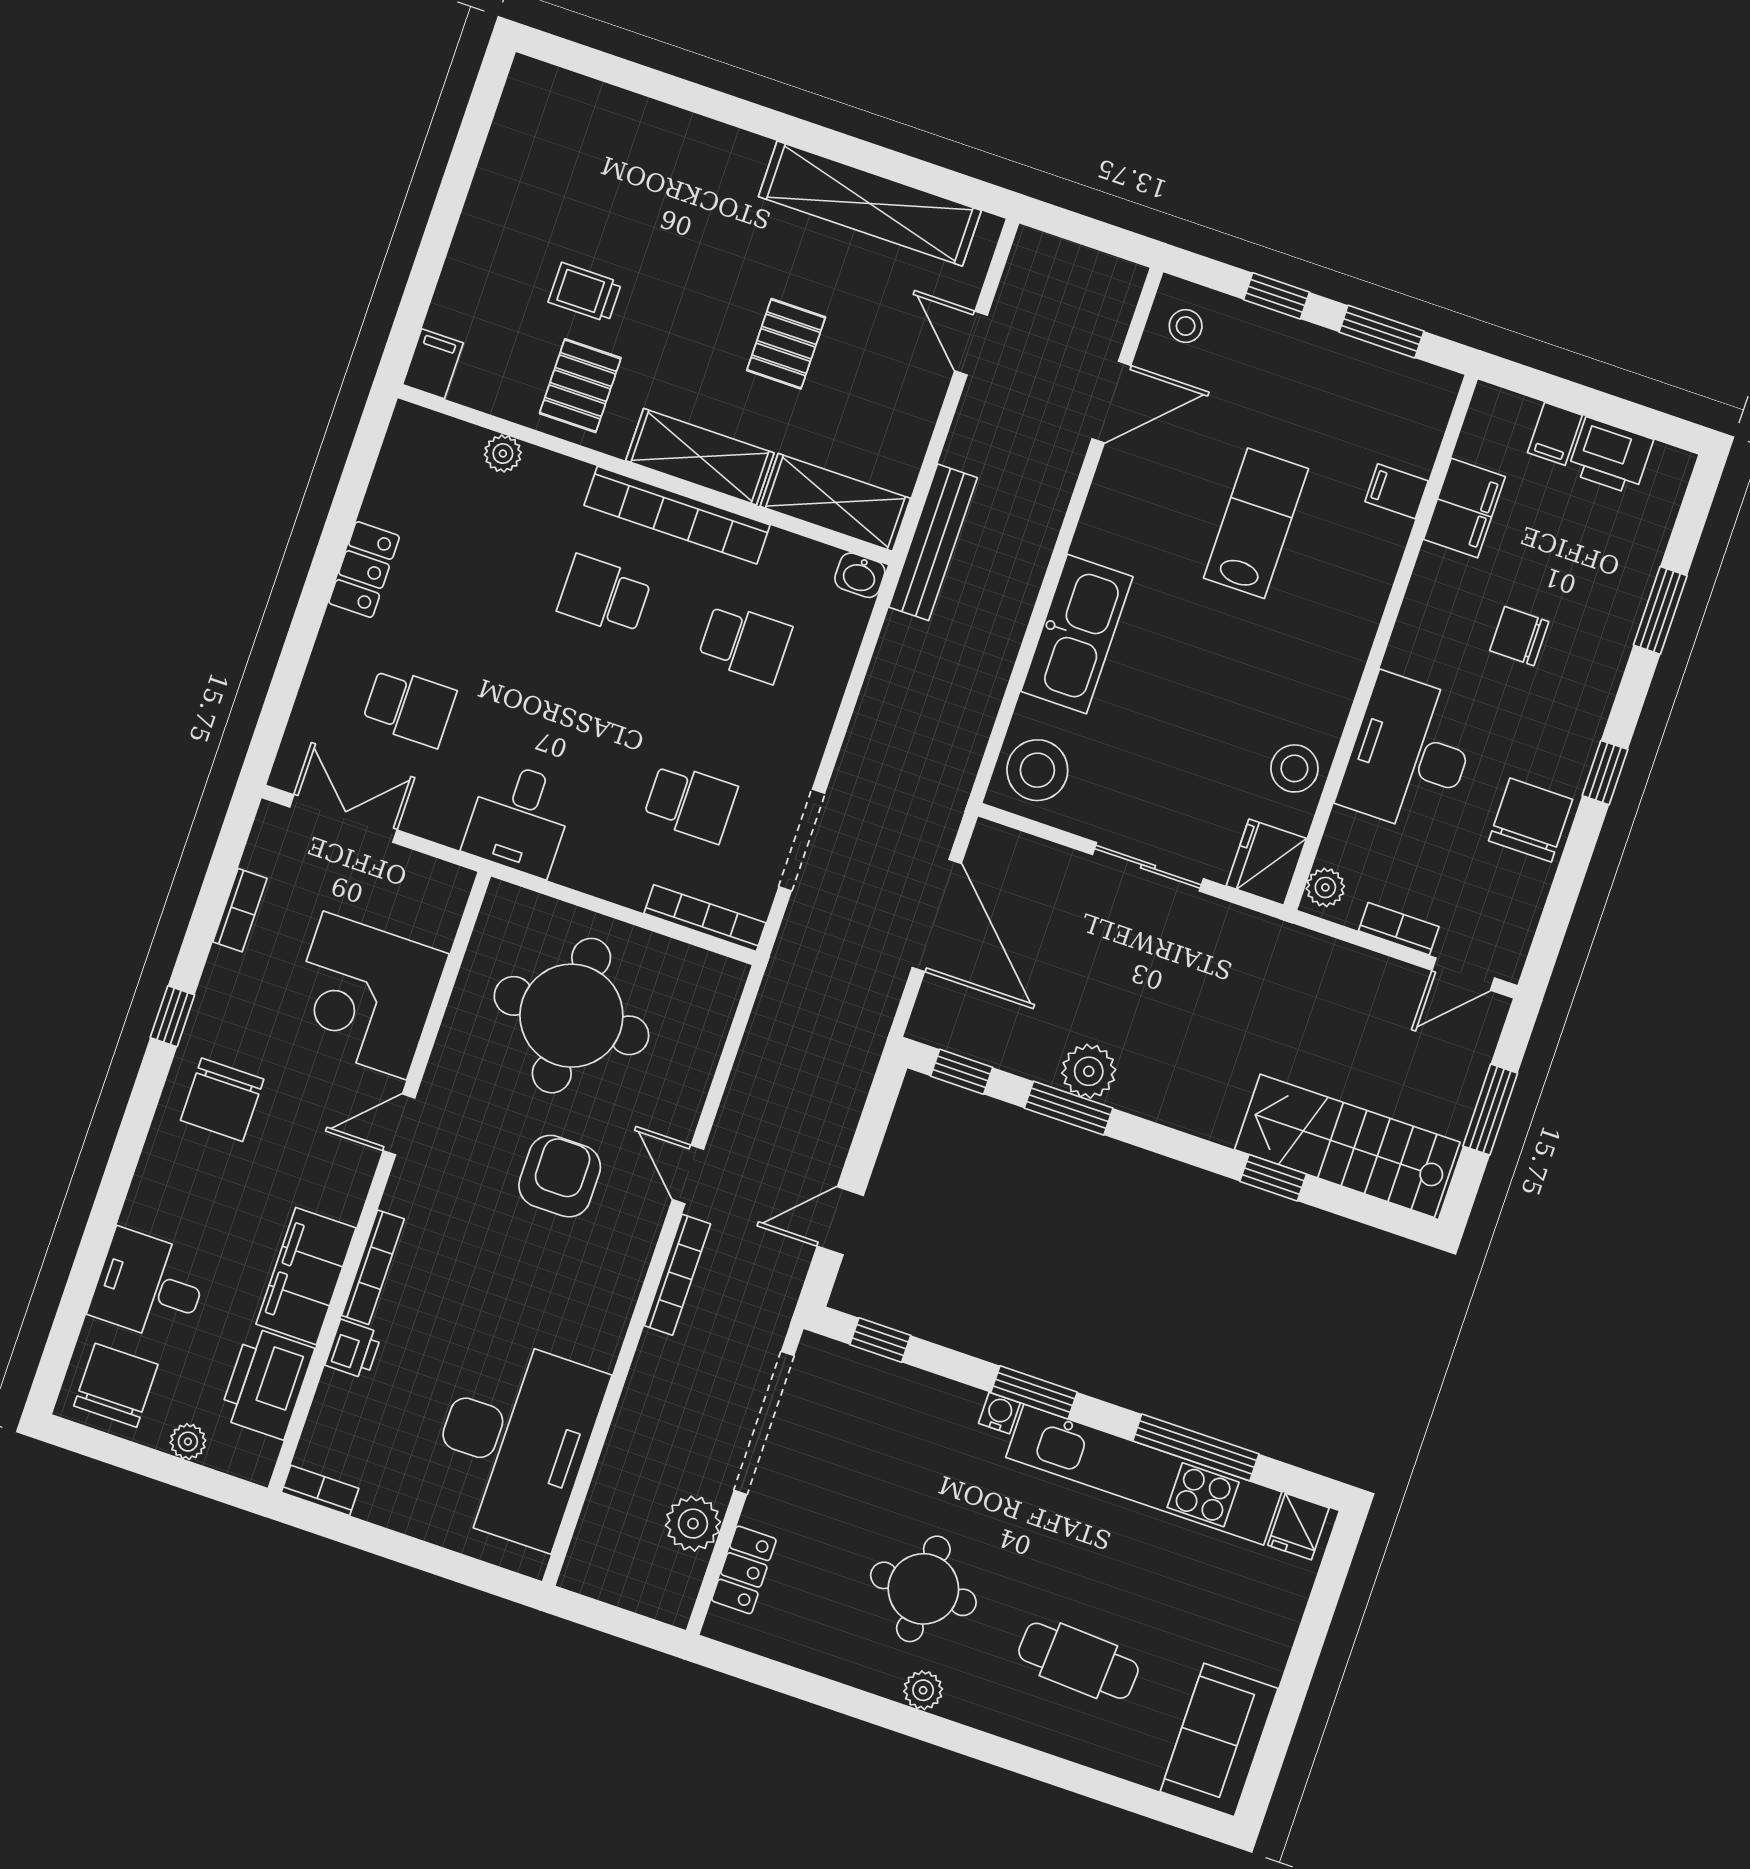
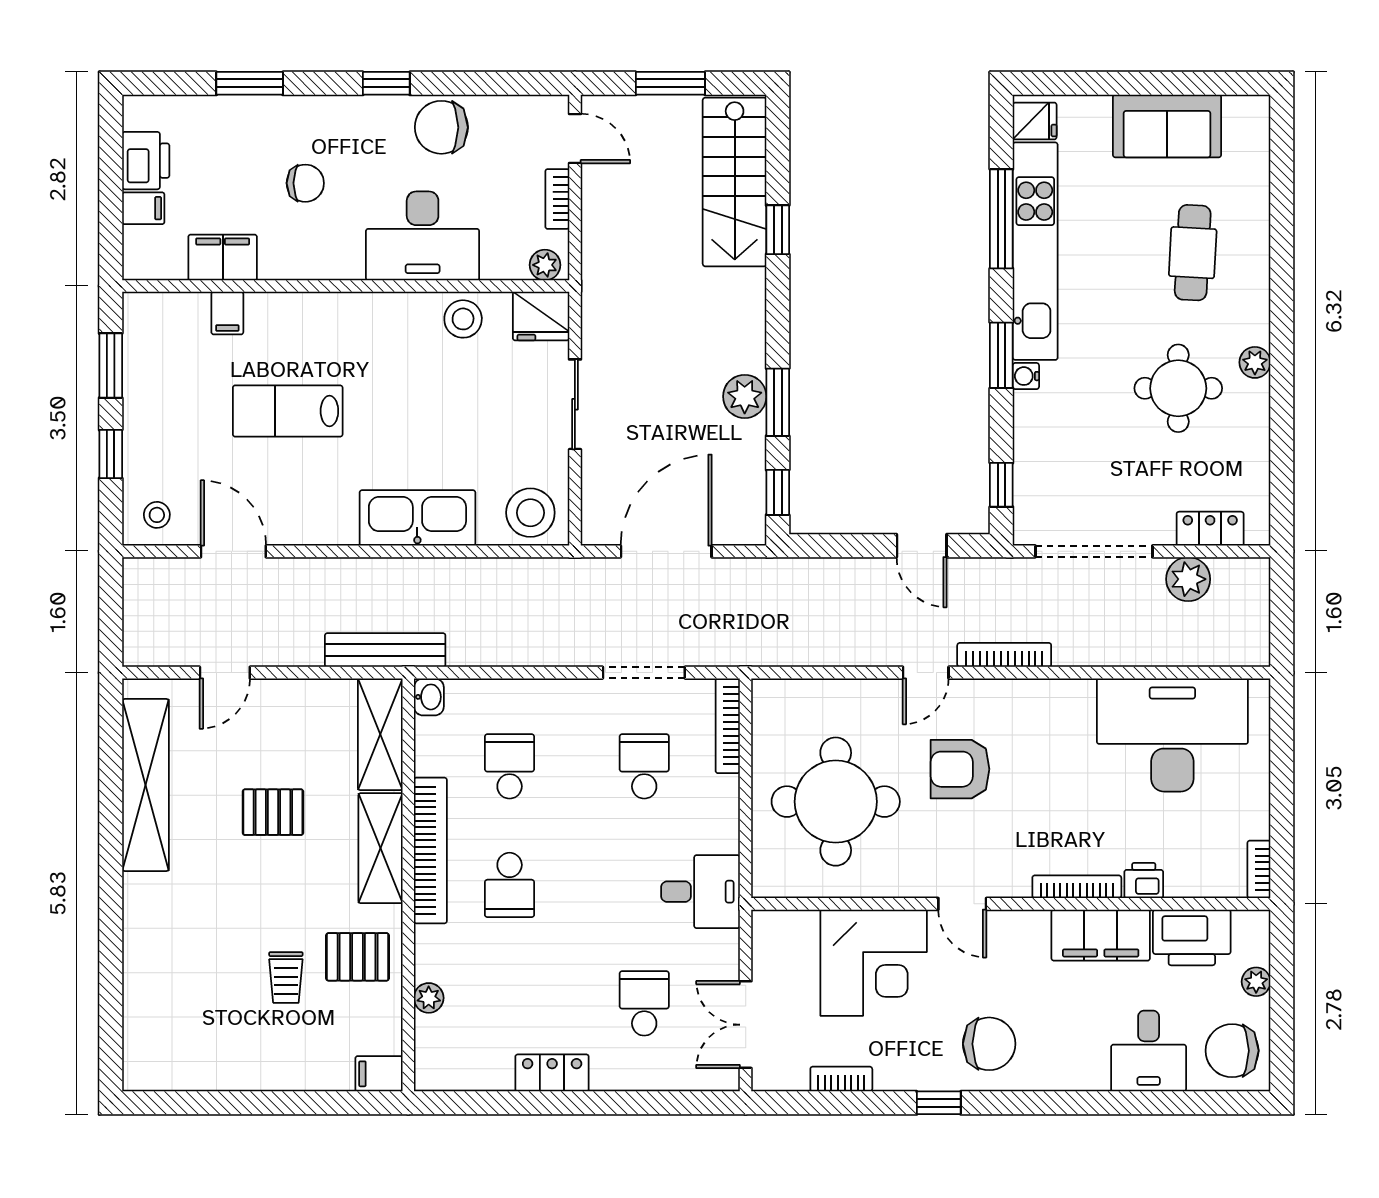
chair: (1519, 636) -> (305, 183), turned -90
sofa: (1219, 1740) -> (1167, 126), moved

